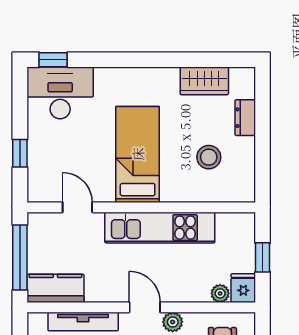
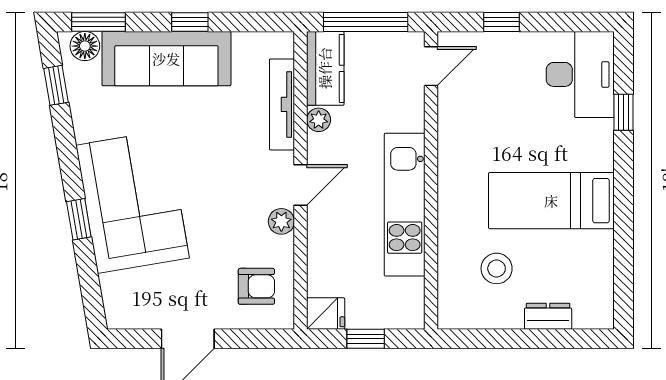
window: (53, 60) -> (624, 112), moved
wardrobe: (204, 81) -> (596, 263), removed
bed: (138, 154) -> (551, 201), moved, turned 180
door: (77, 207) -> (431, 66), moved
plant: (220, 293) -> (319, 120), moved

